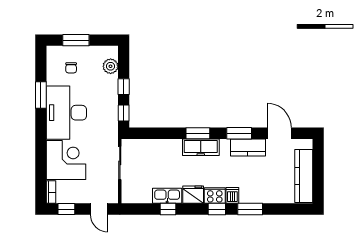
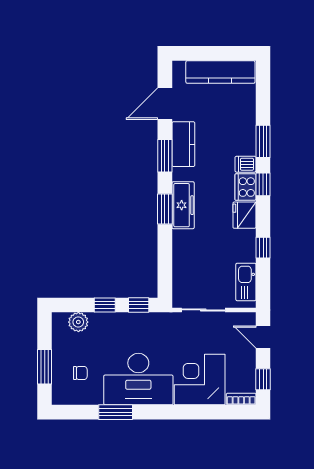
kitchen sink: (167, 196) -> (246, 282), moved
door: (99, 209) -> (263, 337), swing flipped

